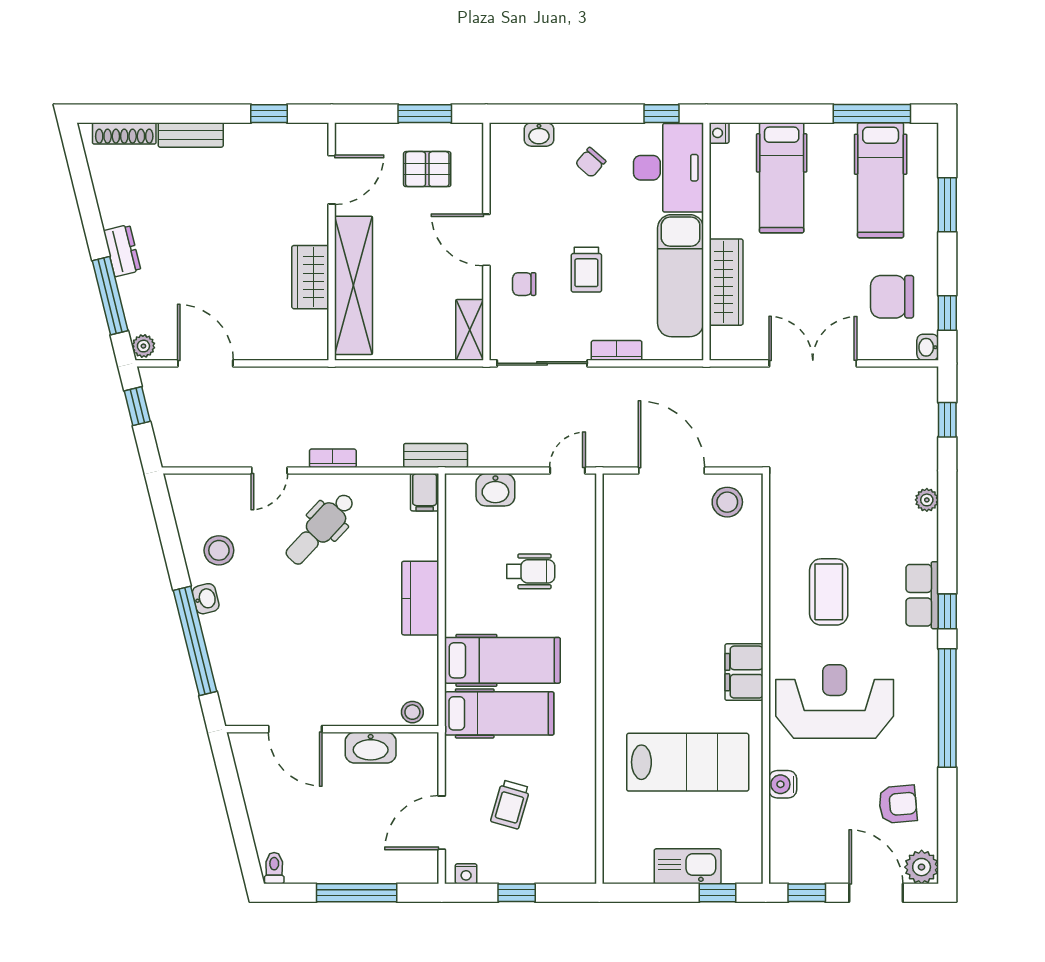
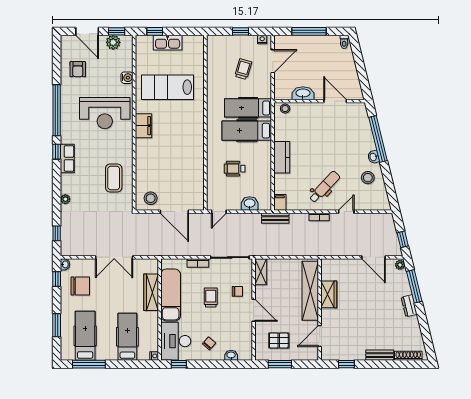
coffee table: (829, 592) -> (114, 178), moved
armchair: (898, 804) -> (78, 69), turned -85
plant: (922, 867) -> (113, 42), moved

